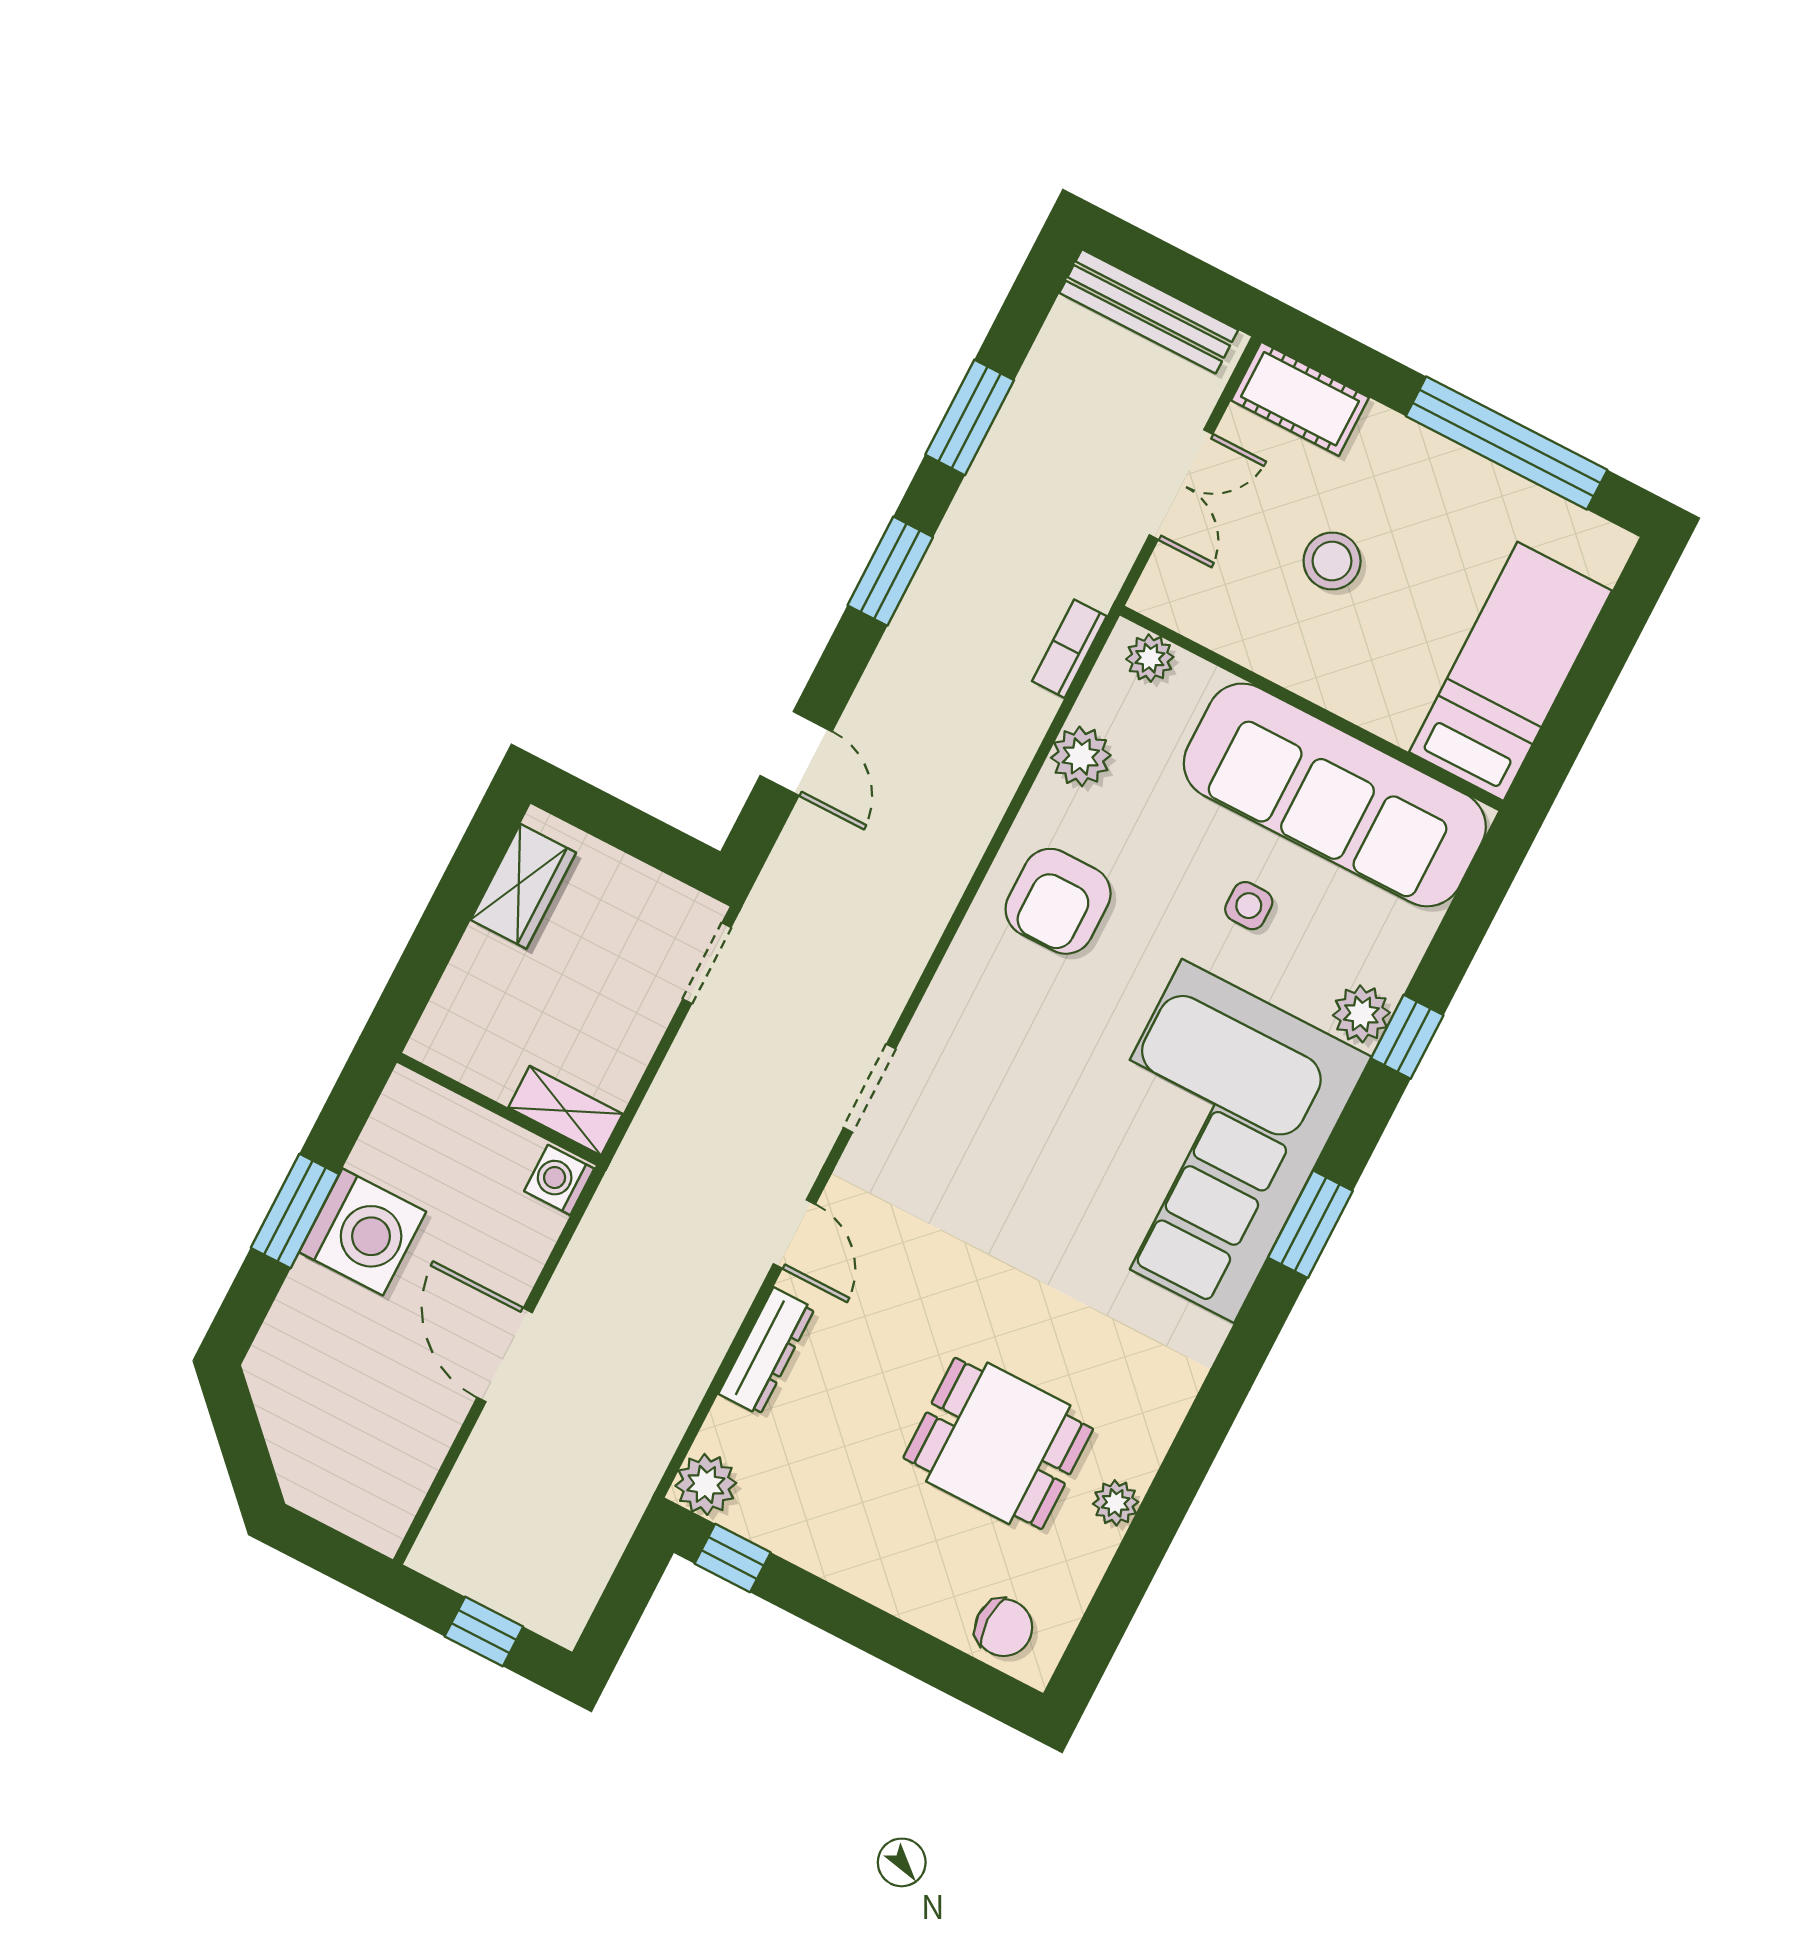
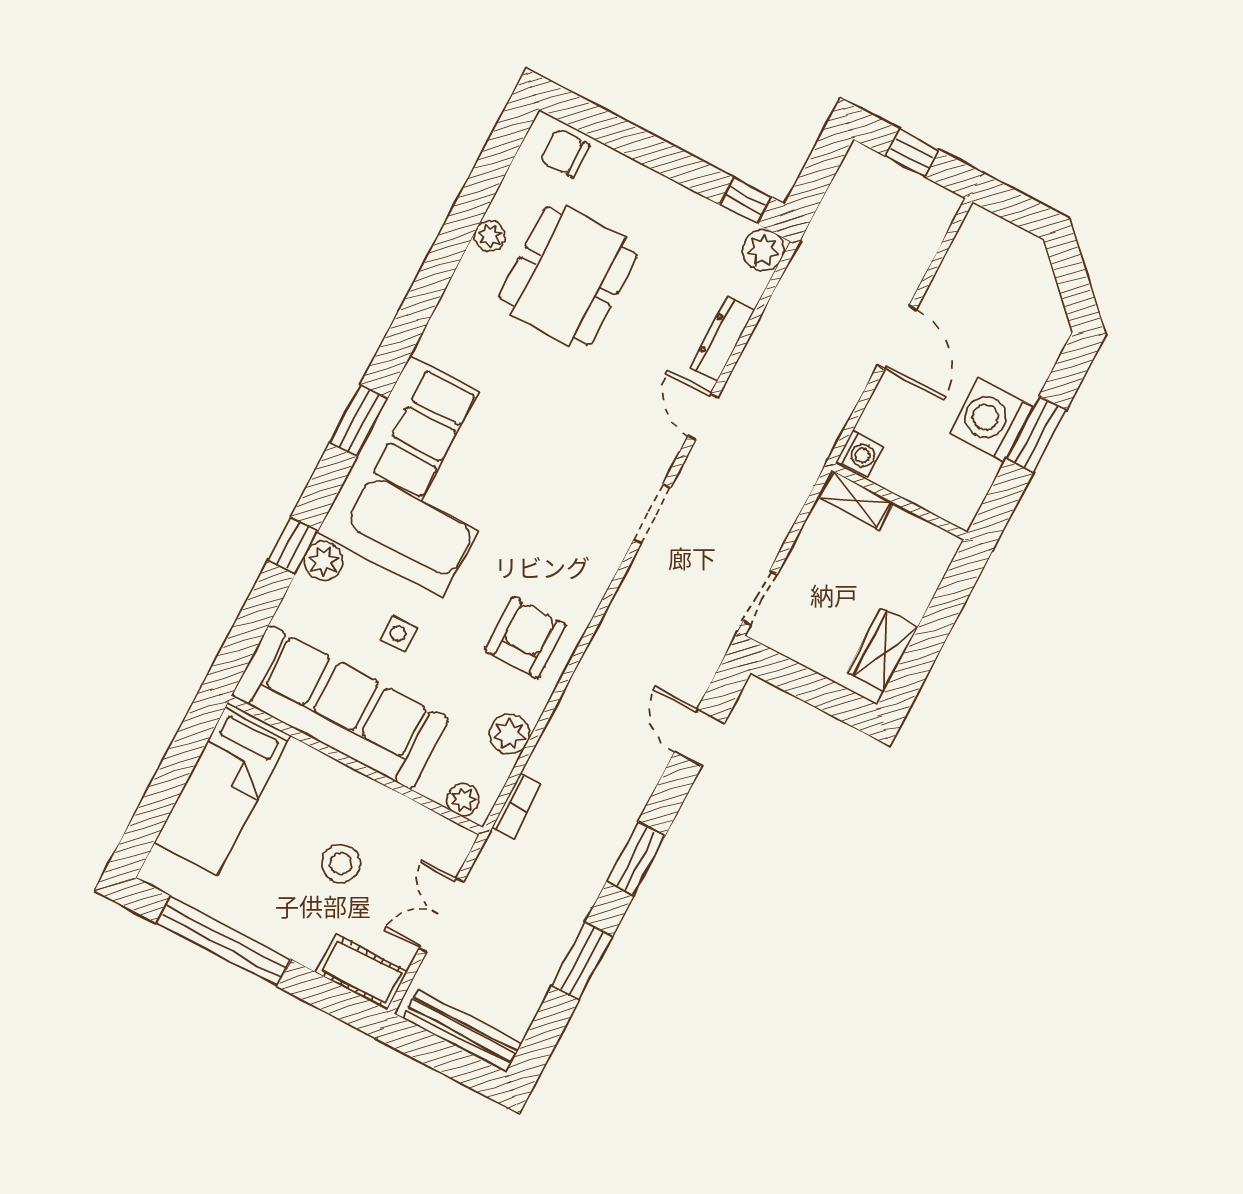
dining table: (998, 1443) -> (568, 276), width x1.38

